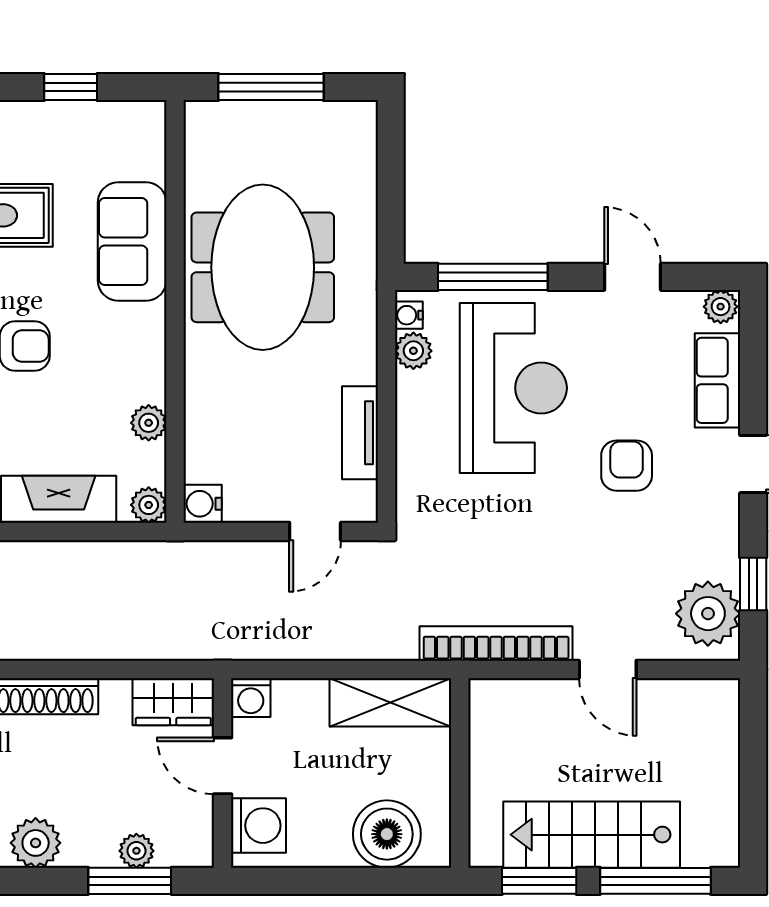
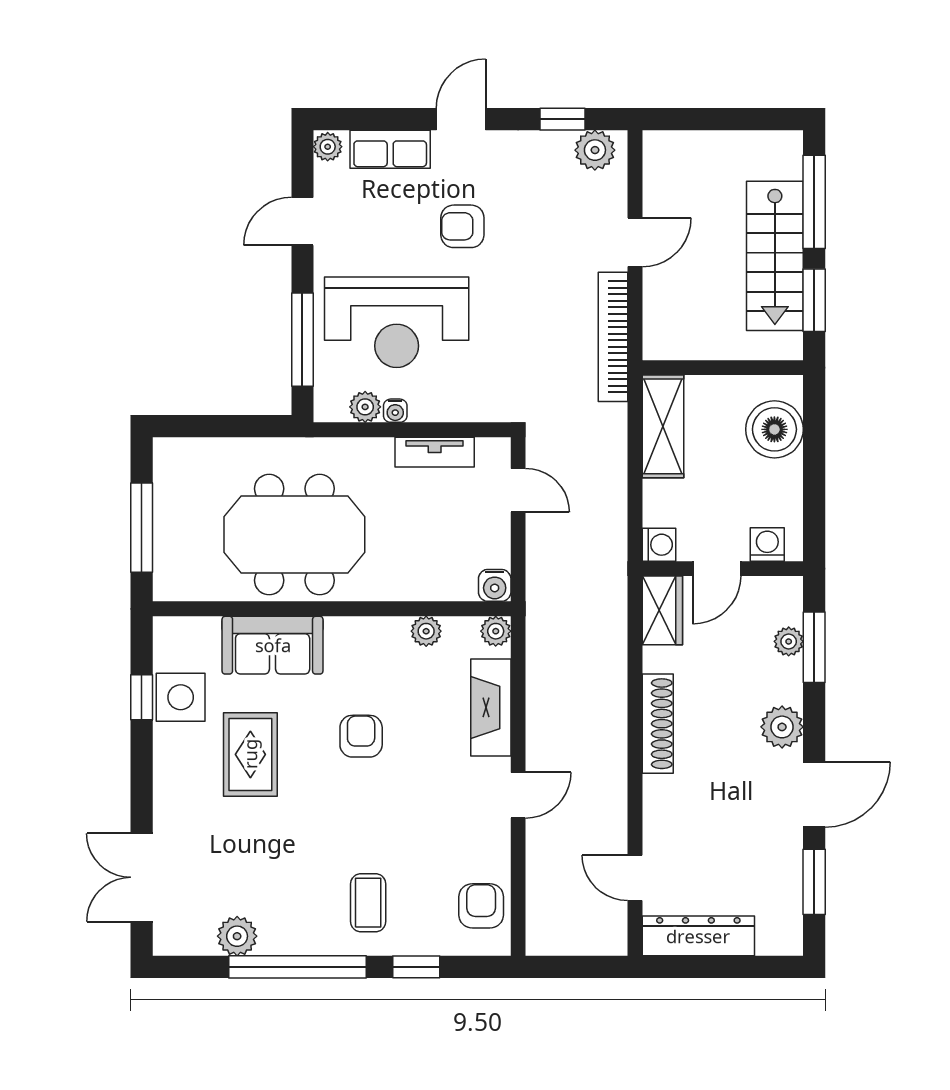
side table: (71, 133) -> (181, 697), added
water cooler: (409, 315) -> (395, 411), moved
reception desk: (513, 388) -> (397, 322), turned 180
plant: (708, 614) -> (595, 150), width x0.73, depth x0.73
washing machine: (259, 826) -> (767, 544), width x0.73, depth x0.73

